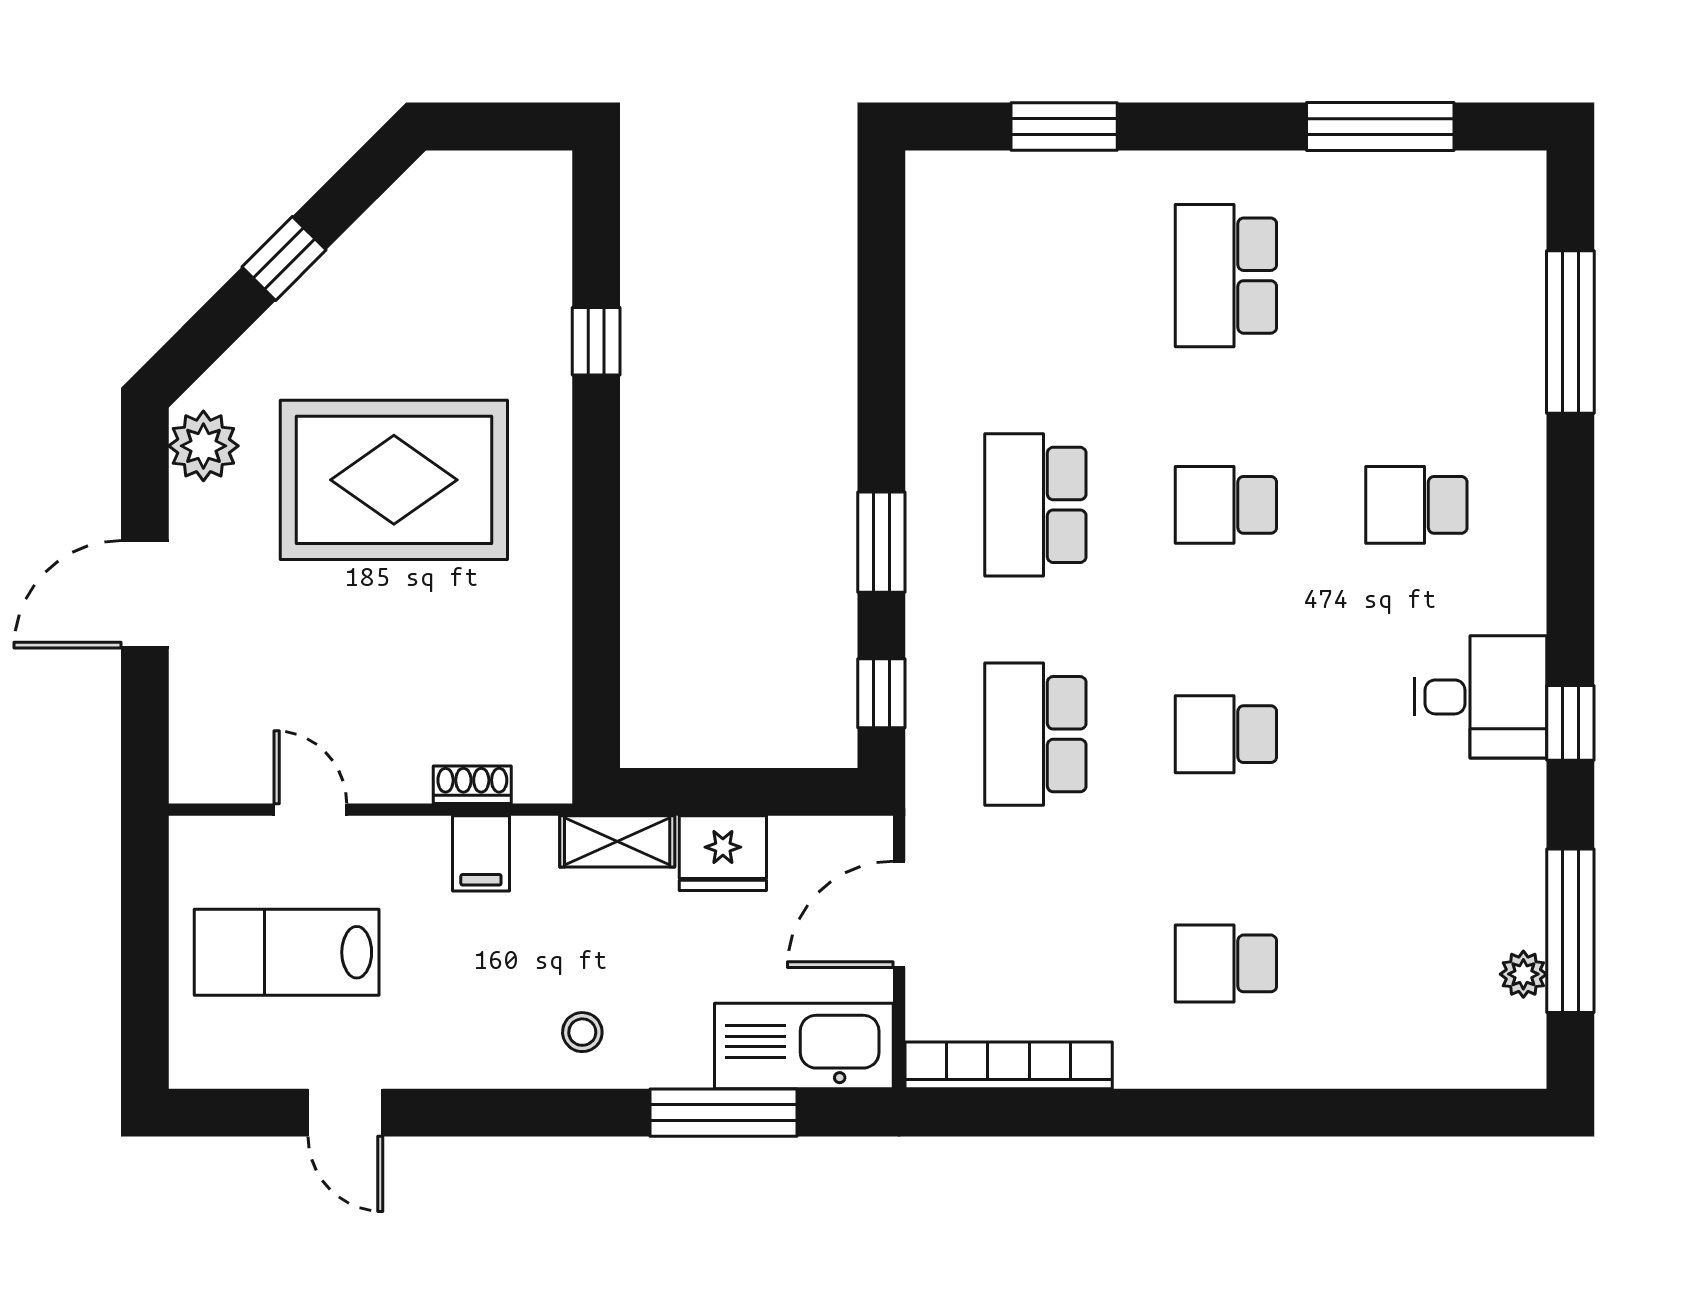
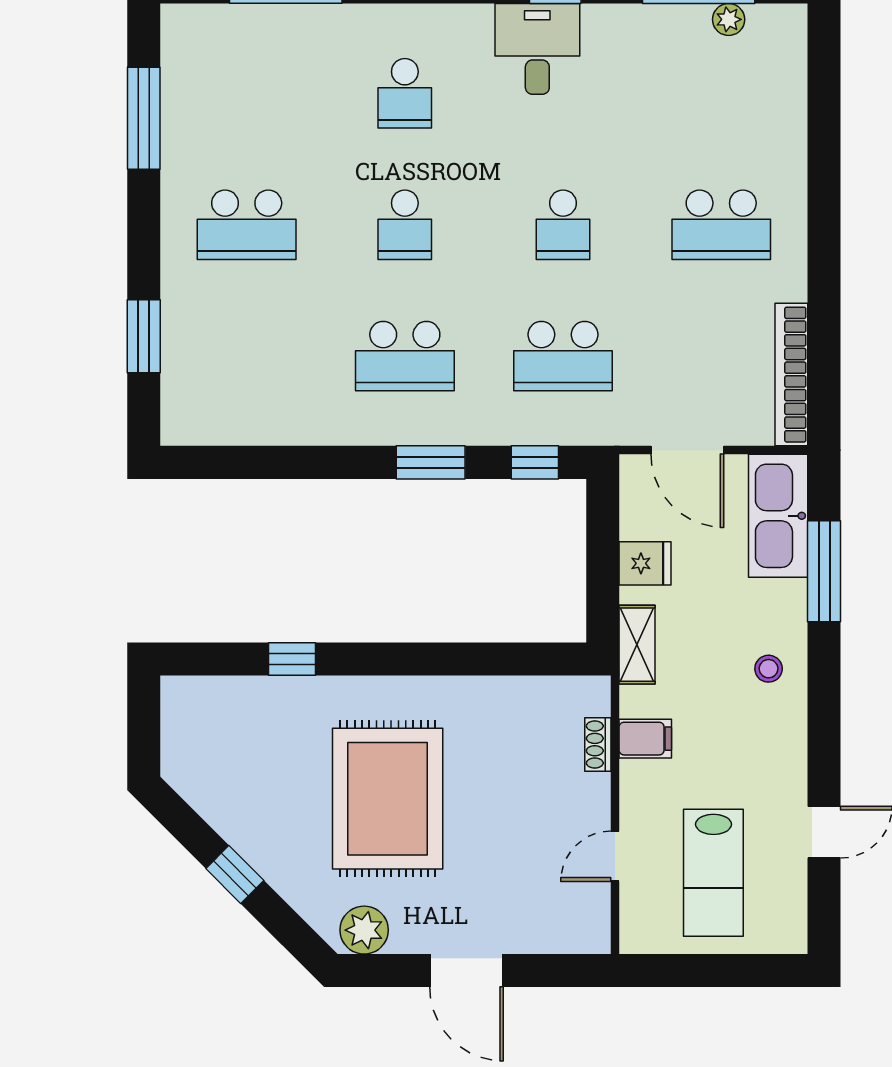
fridge: (723, 853) -> (645, 563), width x0.72
school desk: (1226, 963) -> (721, 225), width x1.85

